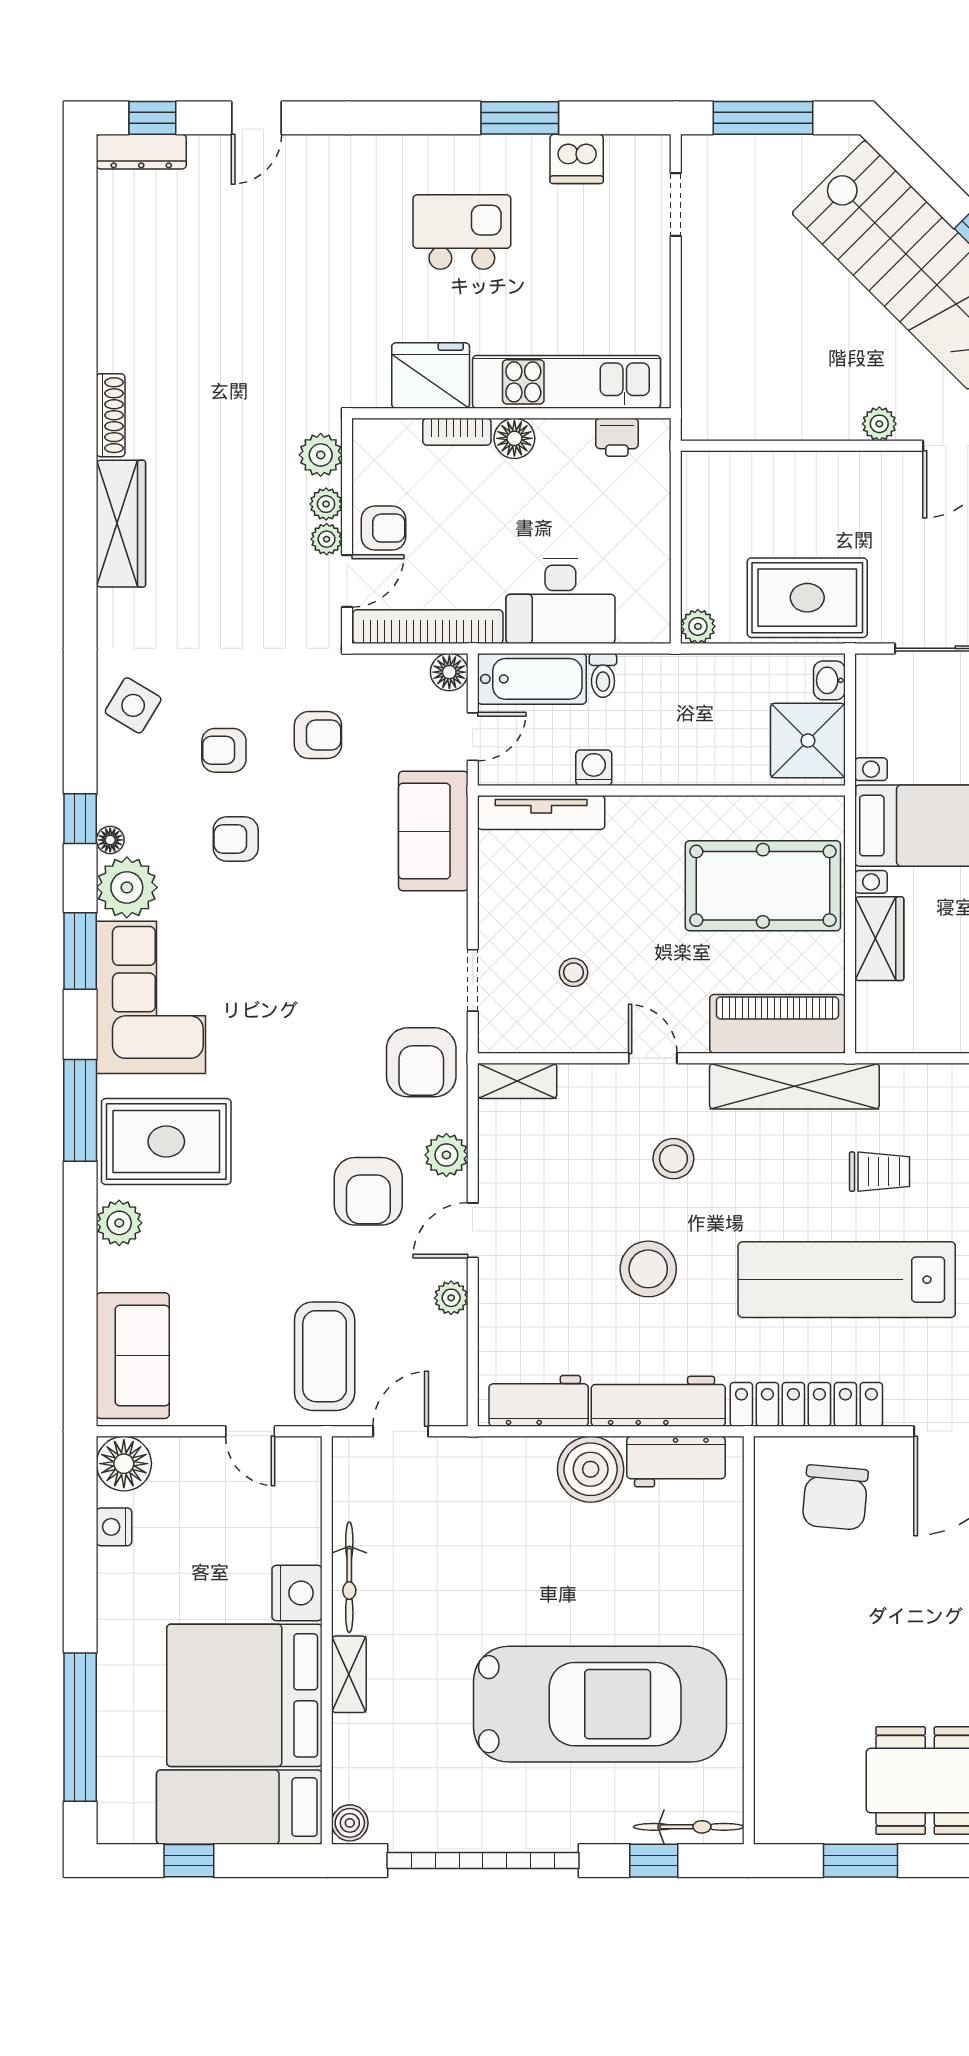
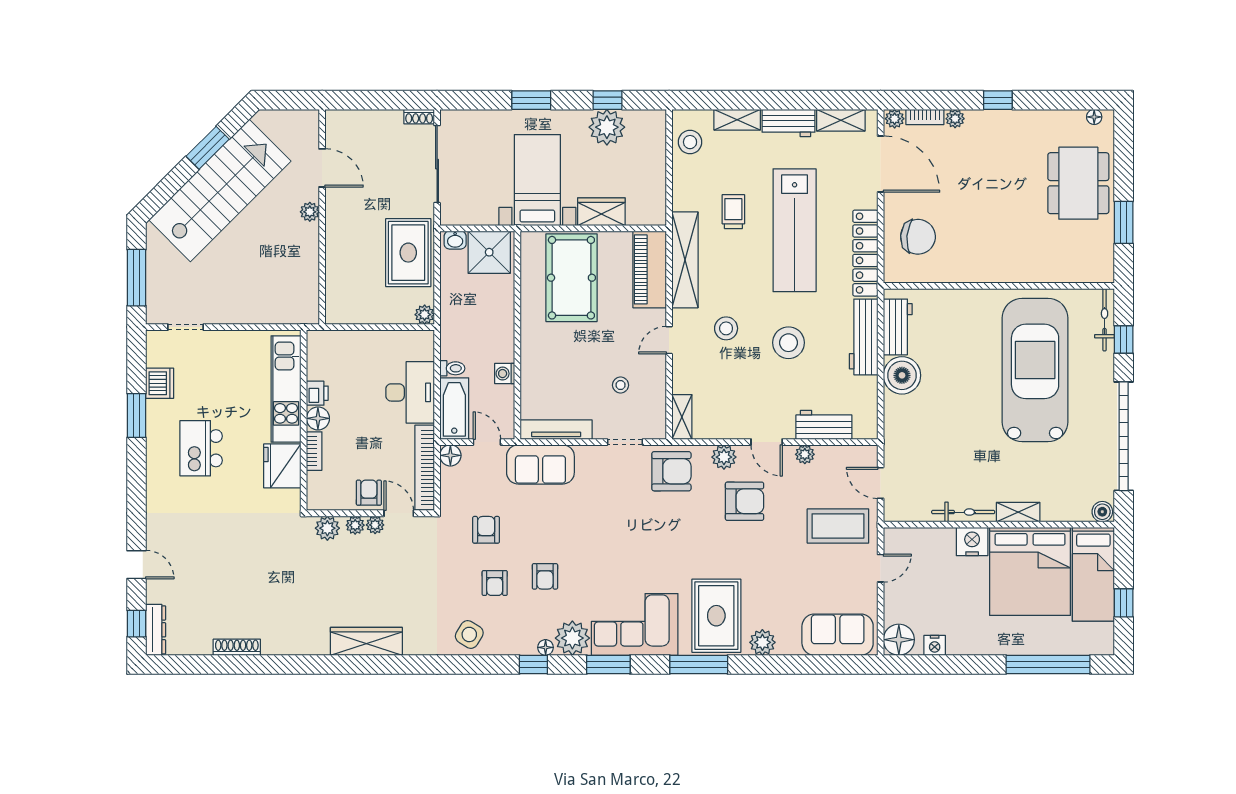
shoe rack: (111, 415) -> (237, 647), moved
printer: (617, 437) -> (317, 393), moved
tv unit: (541, 812) -> (556, 430), moved, turned -90
workbench: (539, 1401) -> (824, 425), moved, turned 90

